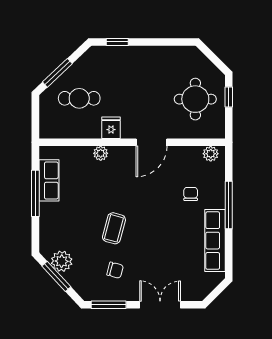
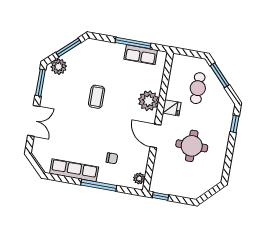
window: (229, 97) -> (160, 196), moved
round table: (195, 99) -> (192, 146), moved
plant: (101, 153) -> (149, 101), width x1.87, depth x1.87
coffee table: (114, 228) -> (97, 97), turned 75
plant: (62, 261) -> (59, 67), moved
chair: (115, 270) -> (65, 92), removed

